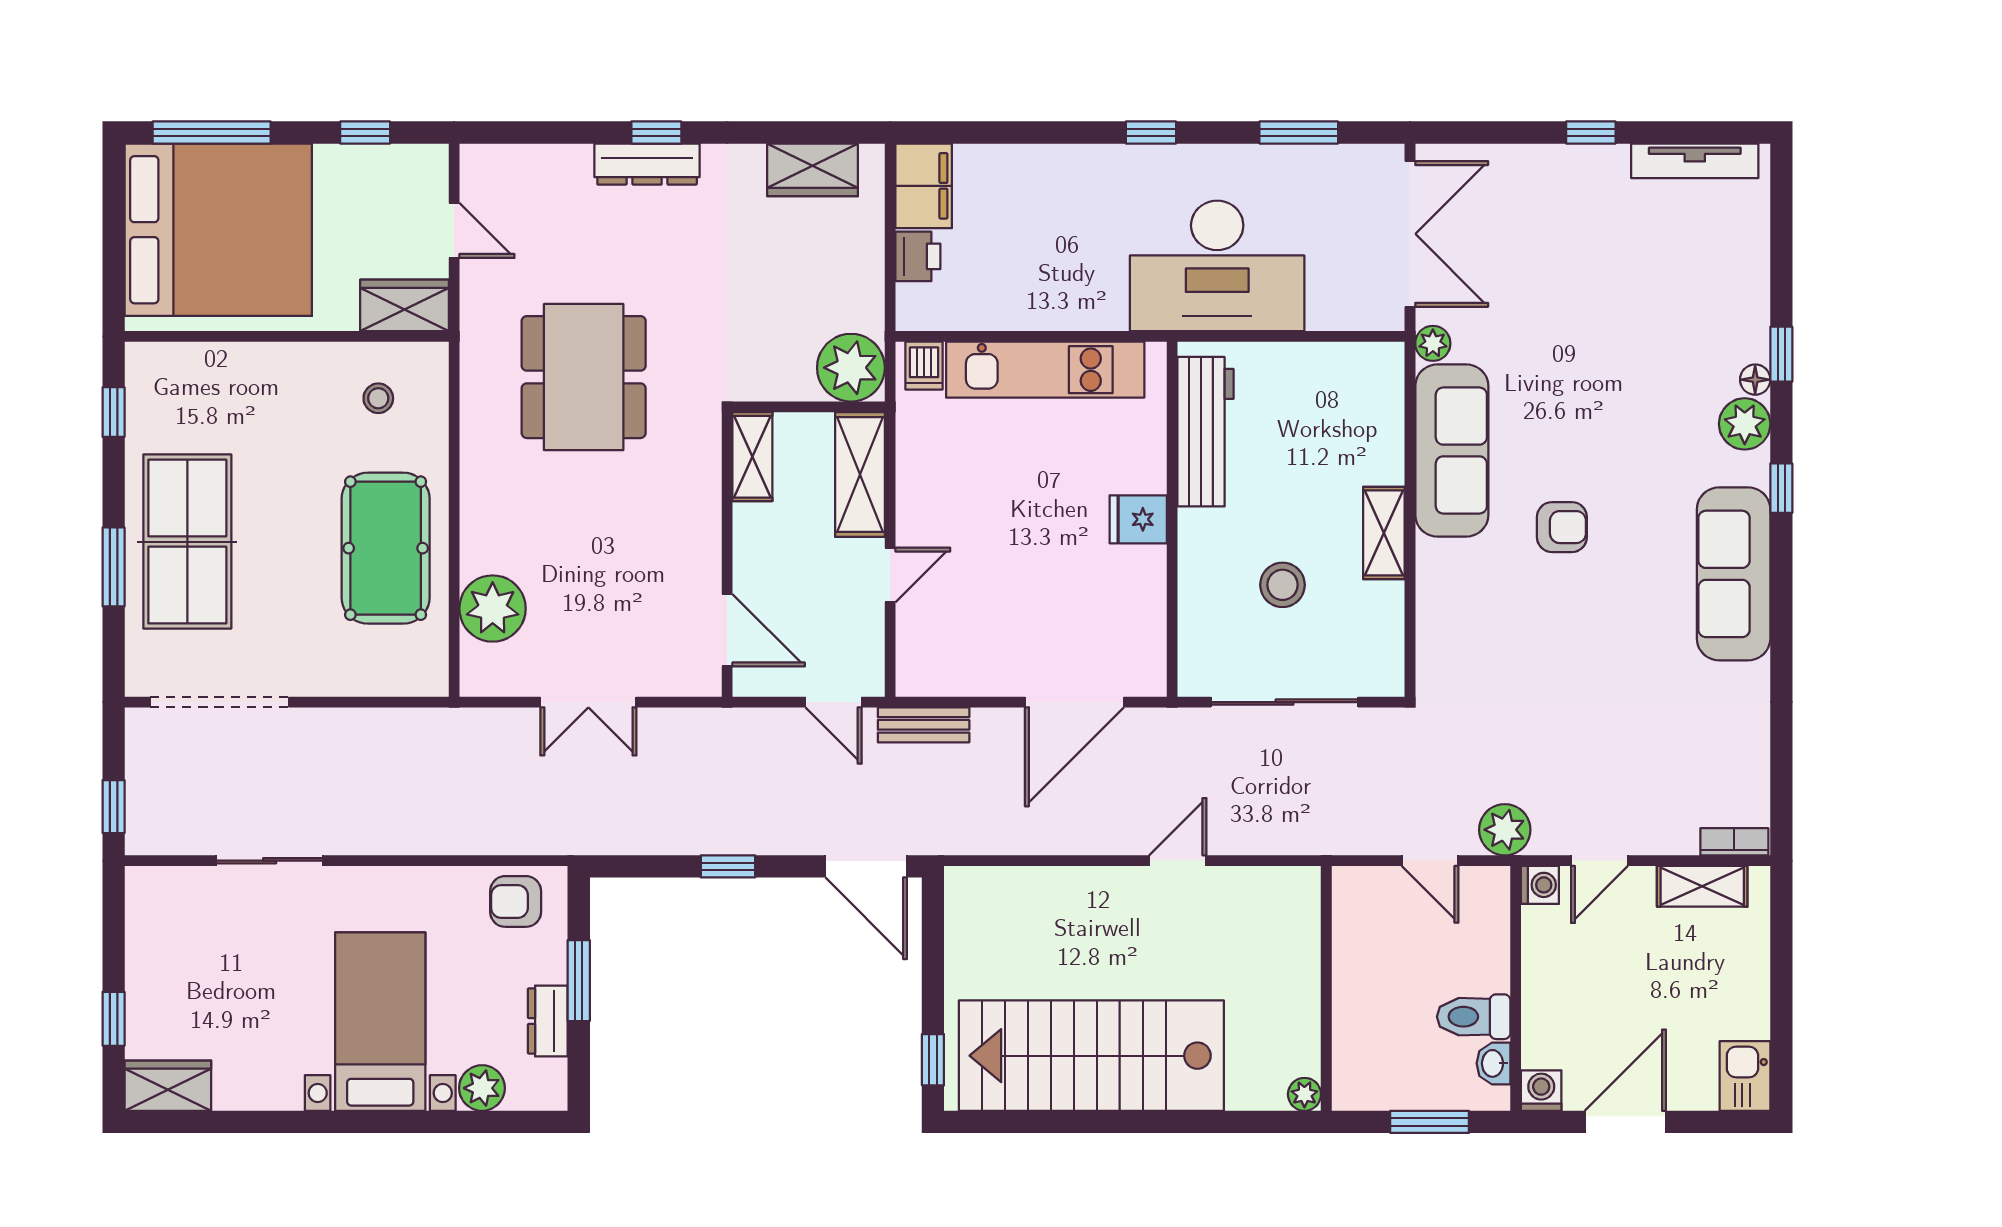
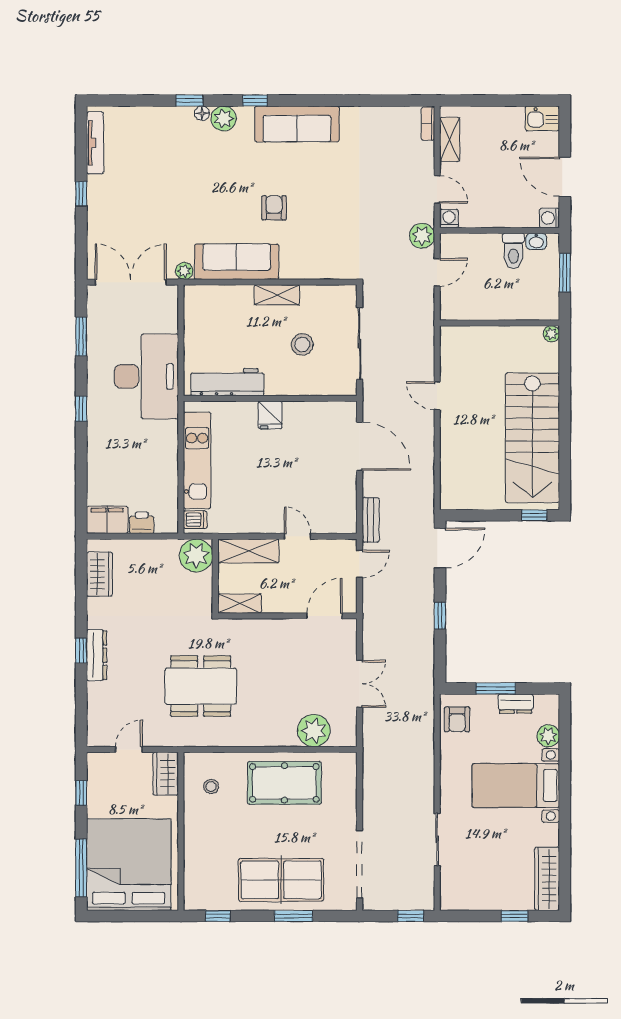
wardrobe: (168, 1086) -> (547, 879), width x1.50

